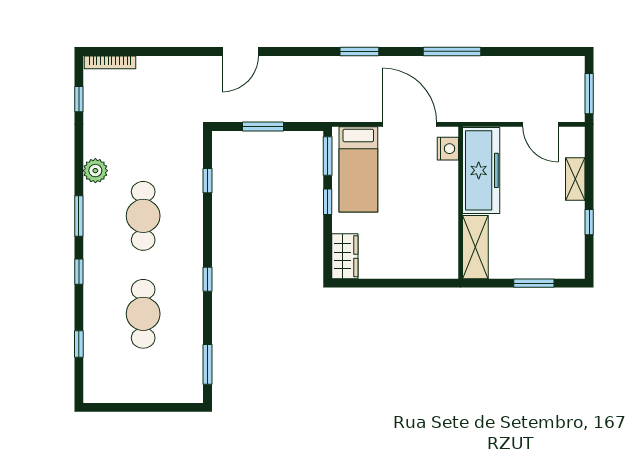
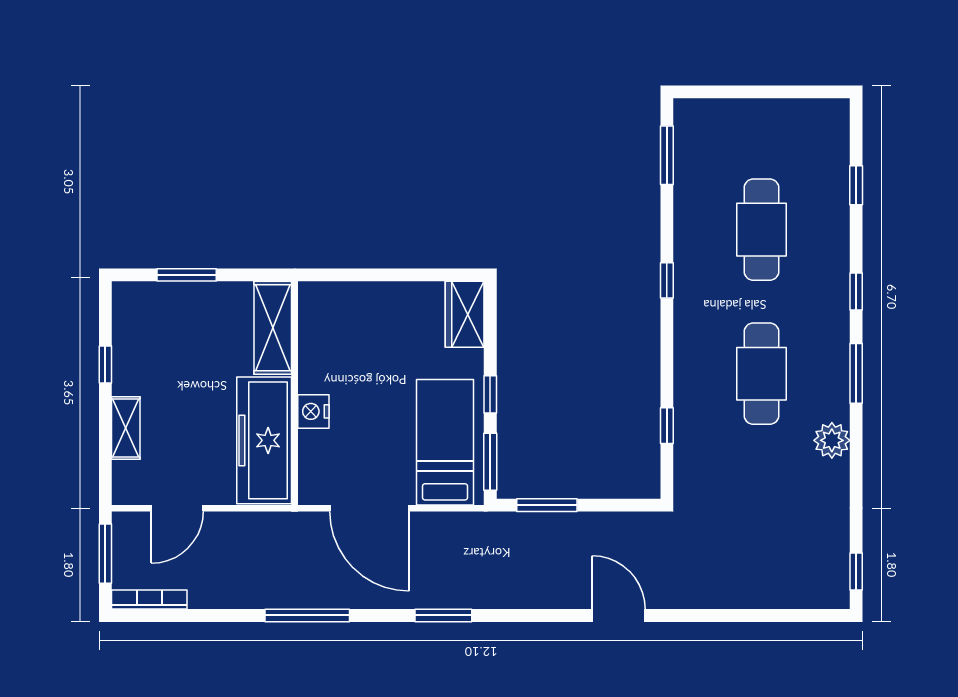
door: (240, 51) -> (619, 615), hinge flipped
bookcase: (110, 62) -> (149, 600), moved
window: (79, 99) -> (856, 572), moved
door: (540, 124) -> (177, 508), swing flipped
window: (263, 127) -> (547, 505), moved
nightstand: (448, 149) -> (313, 411), moved

